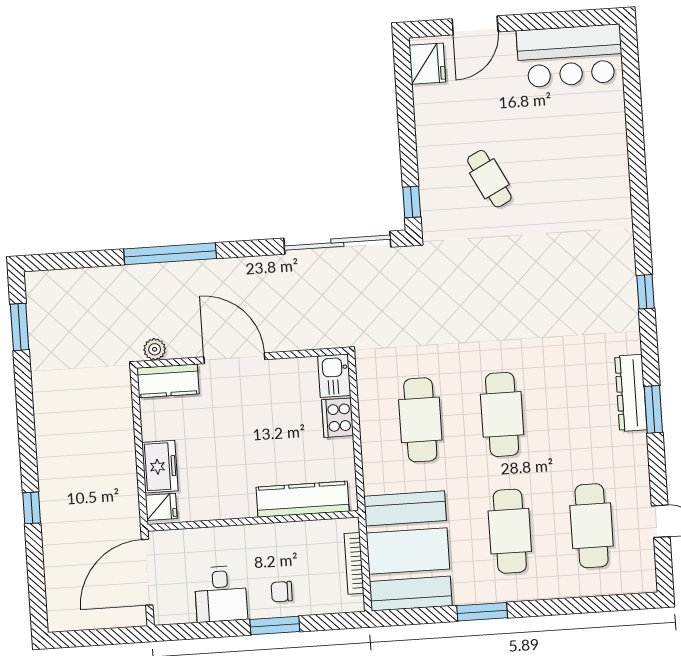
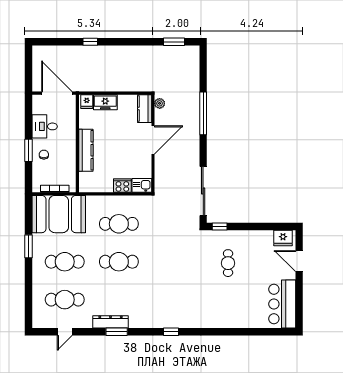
cafe table: (489, 179) -> (228, 263), turned -63
dresser: (631, 393) -> (111, 322), moved
kitchen counter: (303, 499) -> (86, 150), moved

